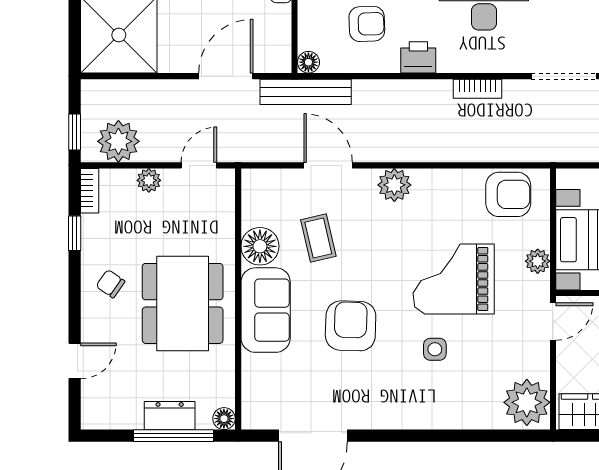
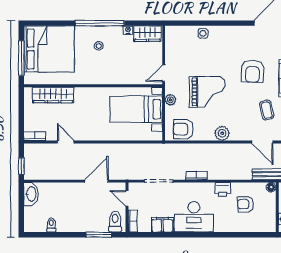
plant: (394, 185) -> (222, 133), moved
side table: (435, 349) -> (203, 33), moved
plant: (527, 402) -> (175, 38), removed

